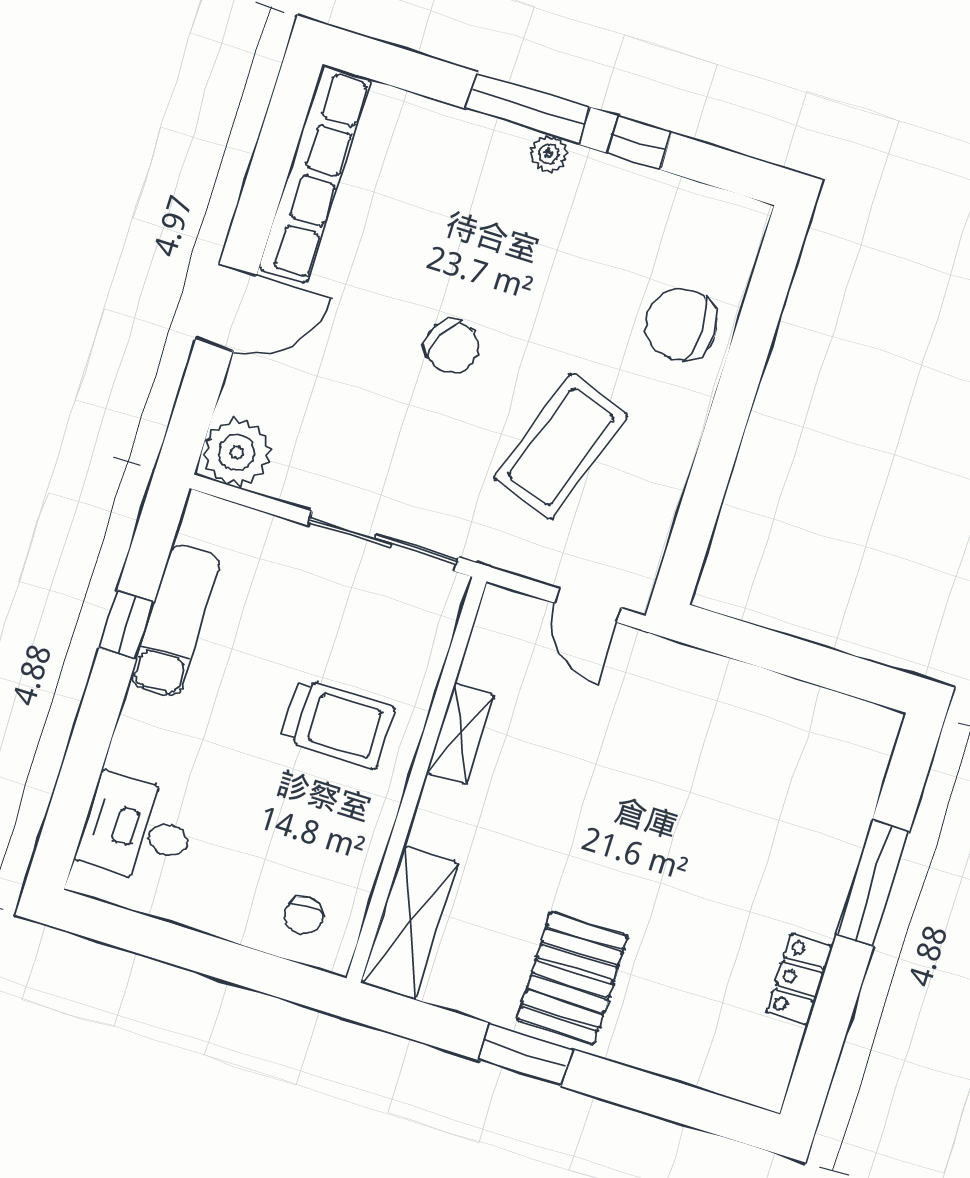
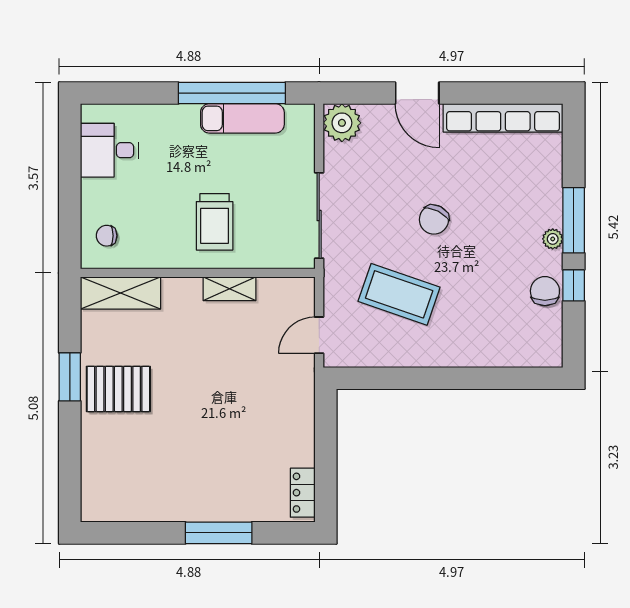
chair: (681, 325) -> (545, 291), moved, width x0.73, depth x0.73
window: (127, 625) -> (232, 93), width x3.17
desk: (137, 830) -> (109, 150), moved, turned -90
locker: (799, 979) -> (303, 493), moved, turned -90

